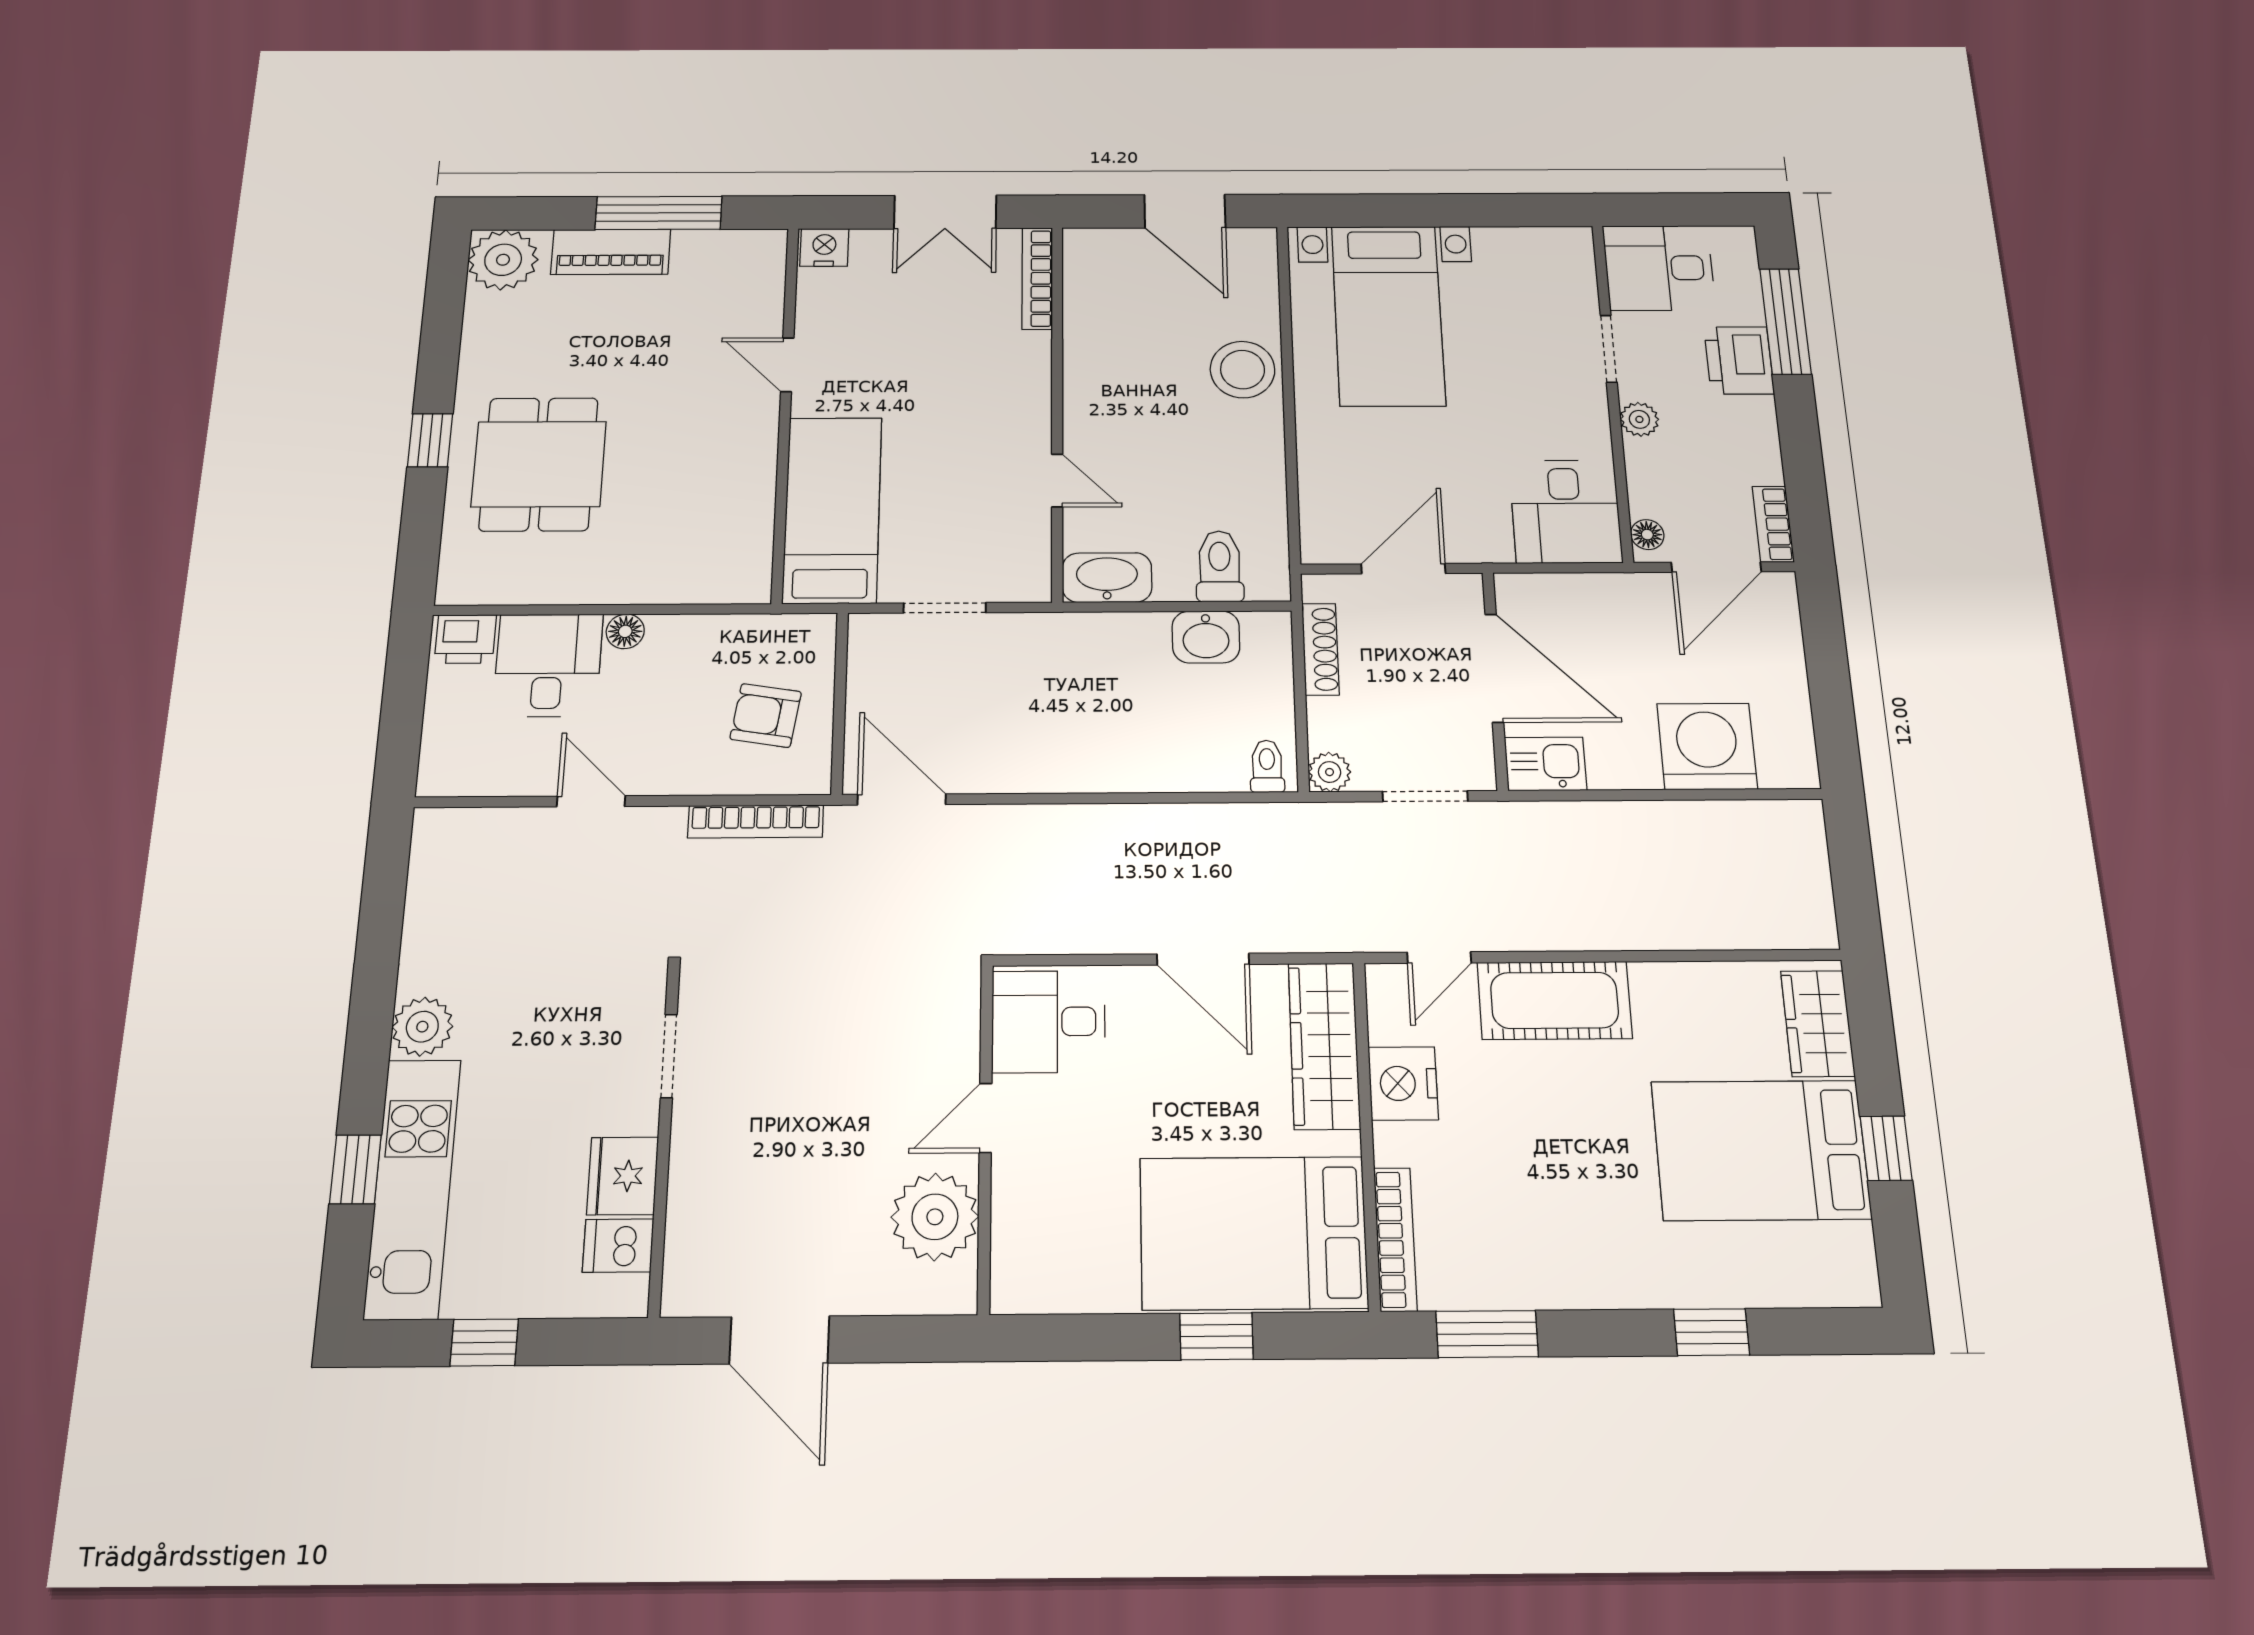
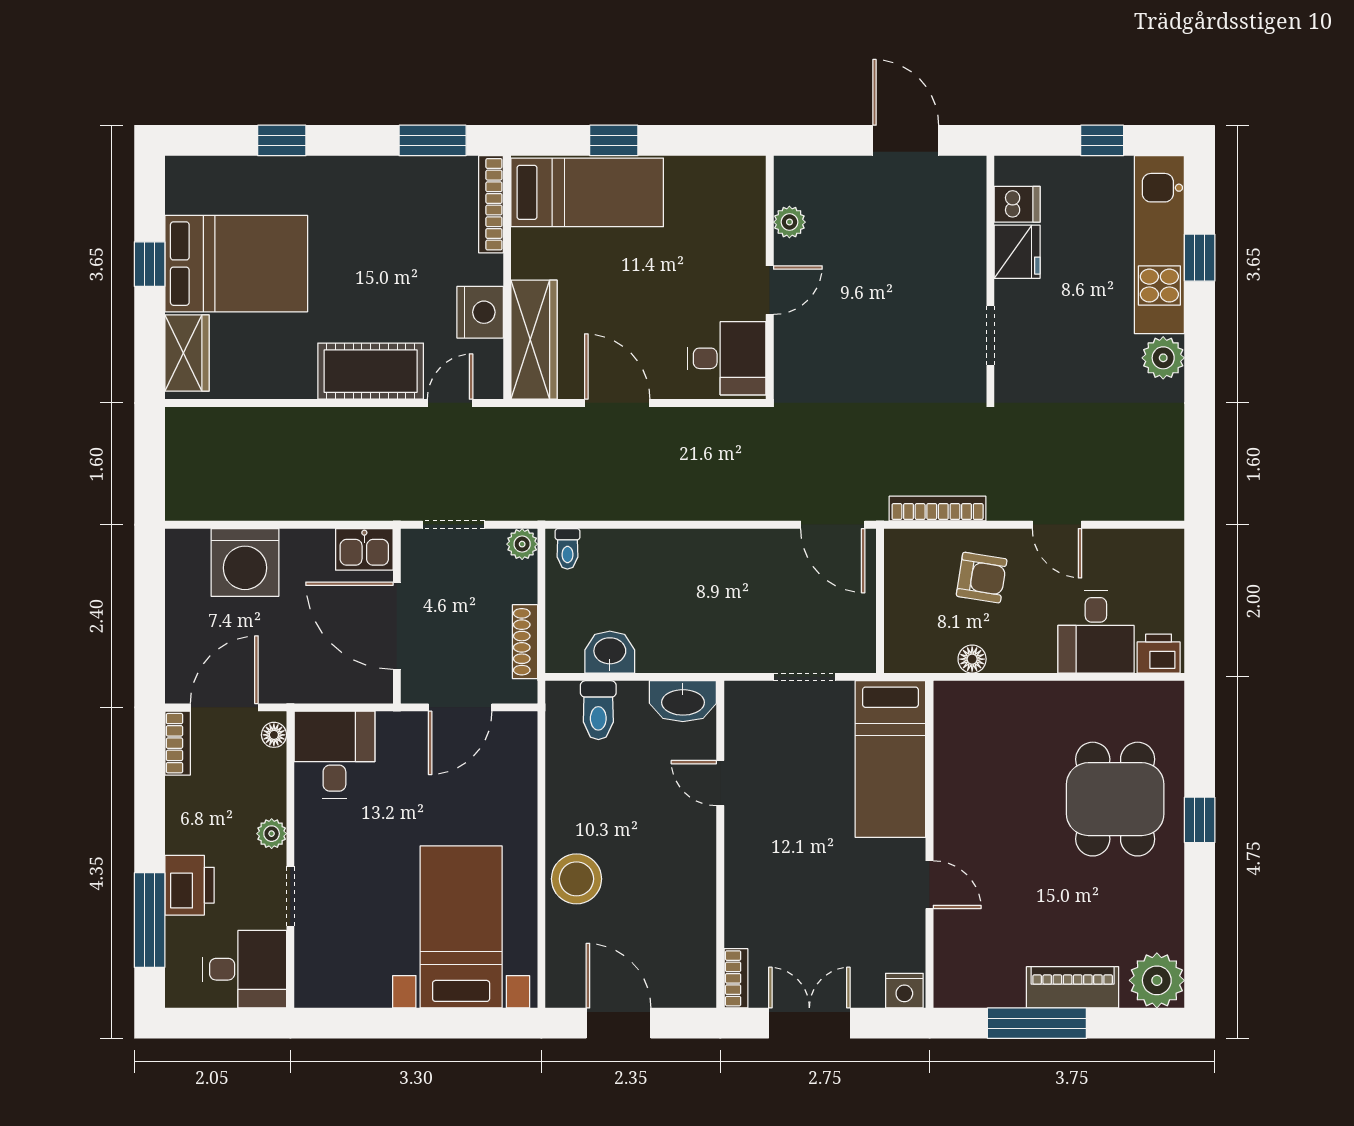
bookcase: (1037, 278) -> (736, 978), width x0.64
floor lamp: (625, 631) -> (972, 659), moved
armchair: (766, 715) -> (982, 578), moved
plant: (935, 1217) -> (789, 222), width x0.53, depth x0.53
bed: (1253, 1233) -> (587, 192), width x0.67

